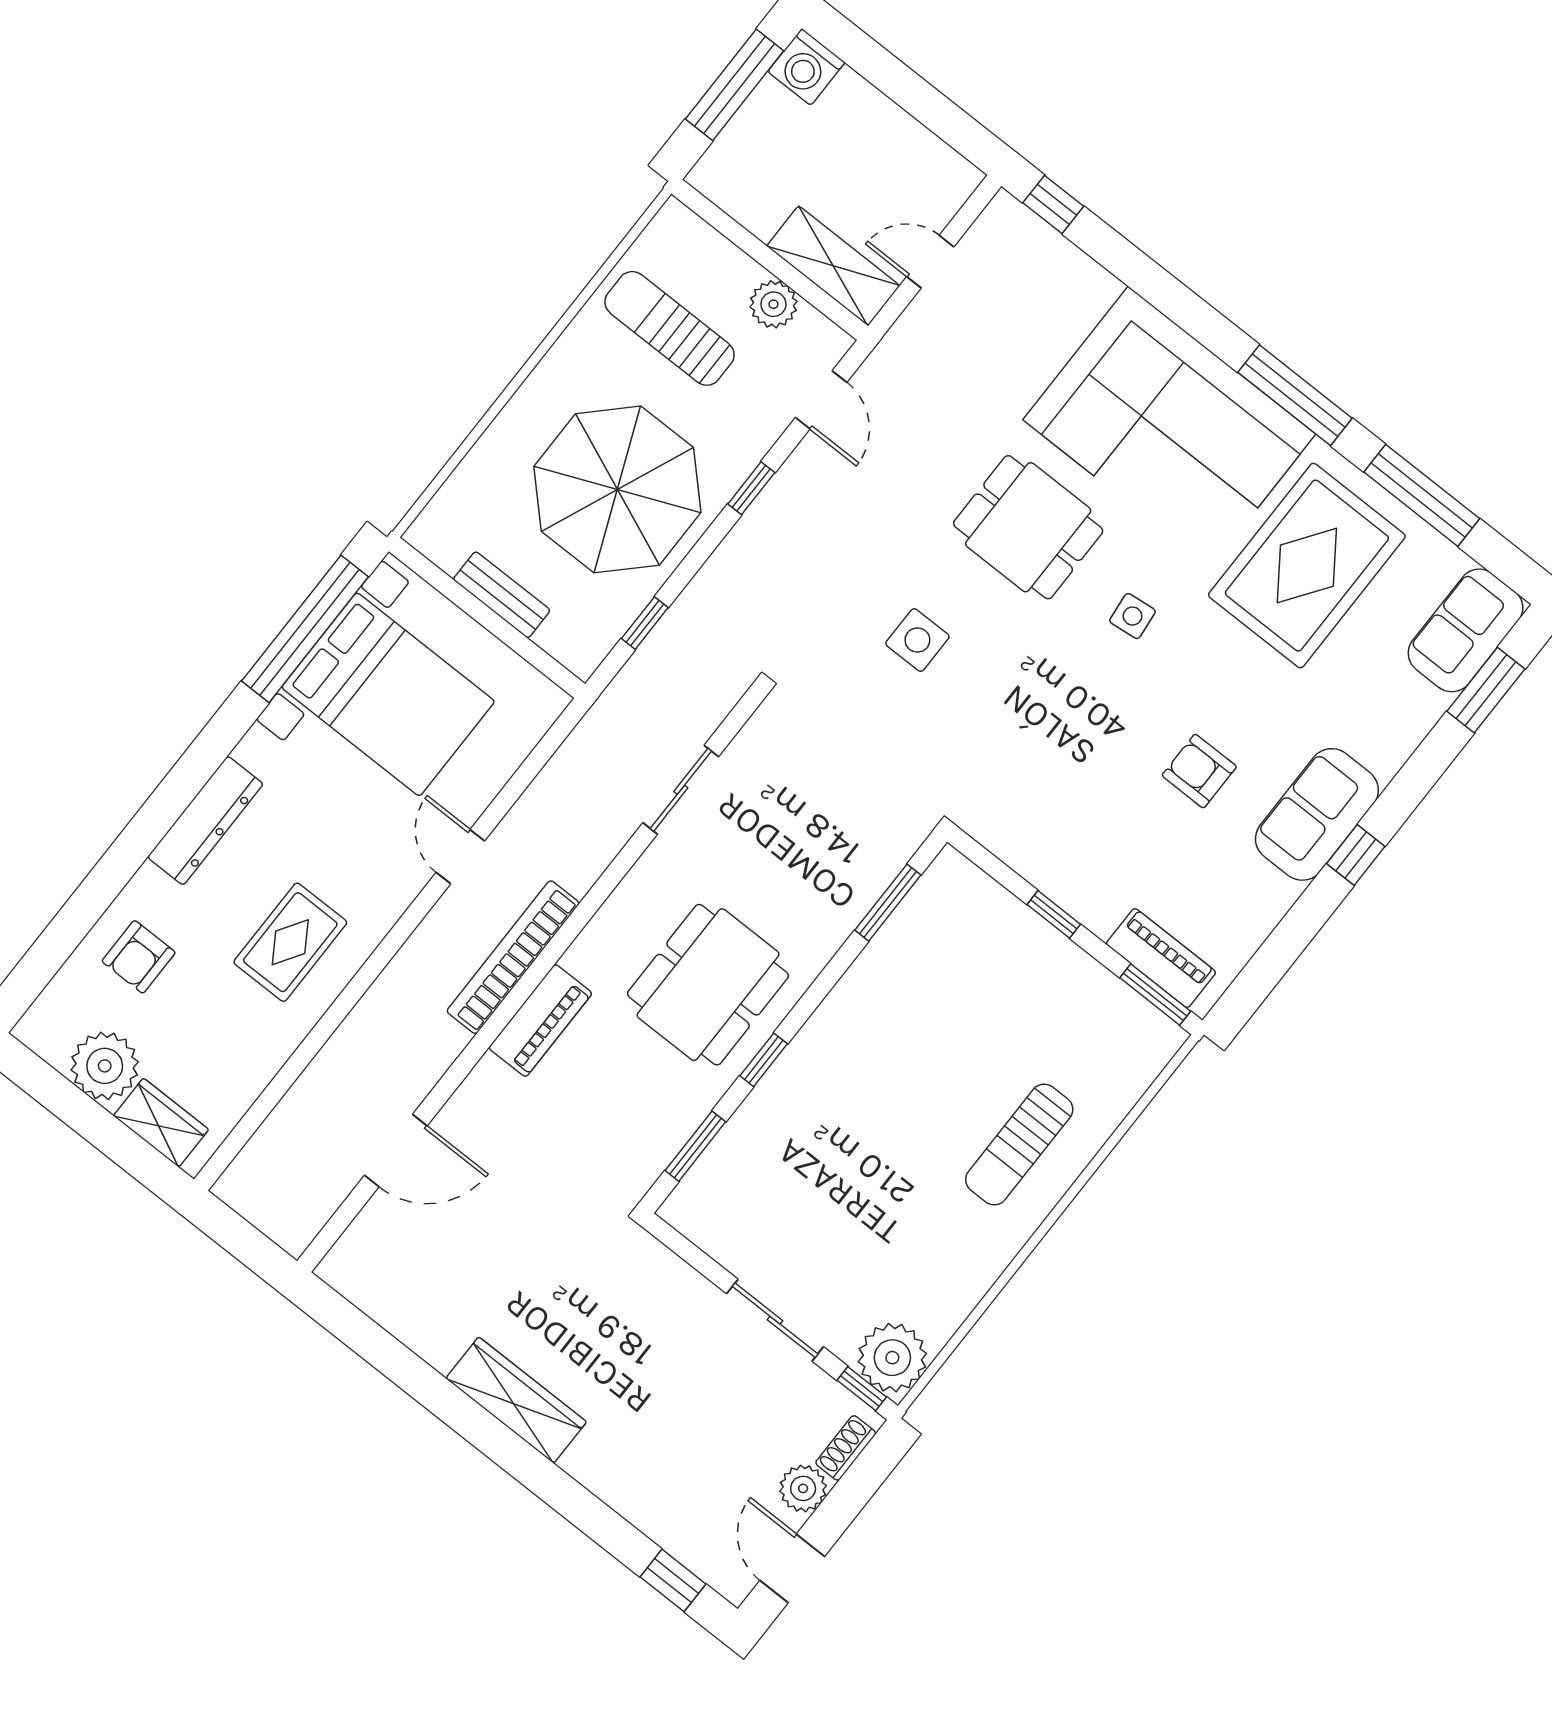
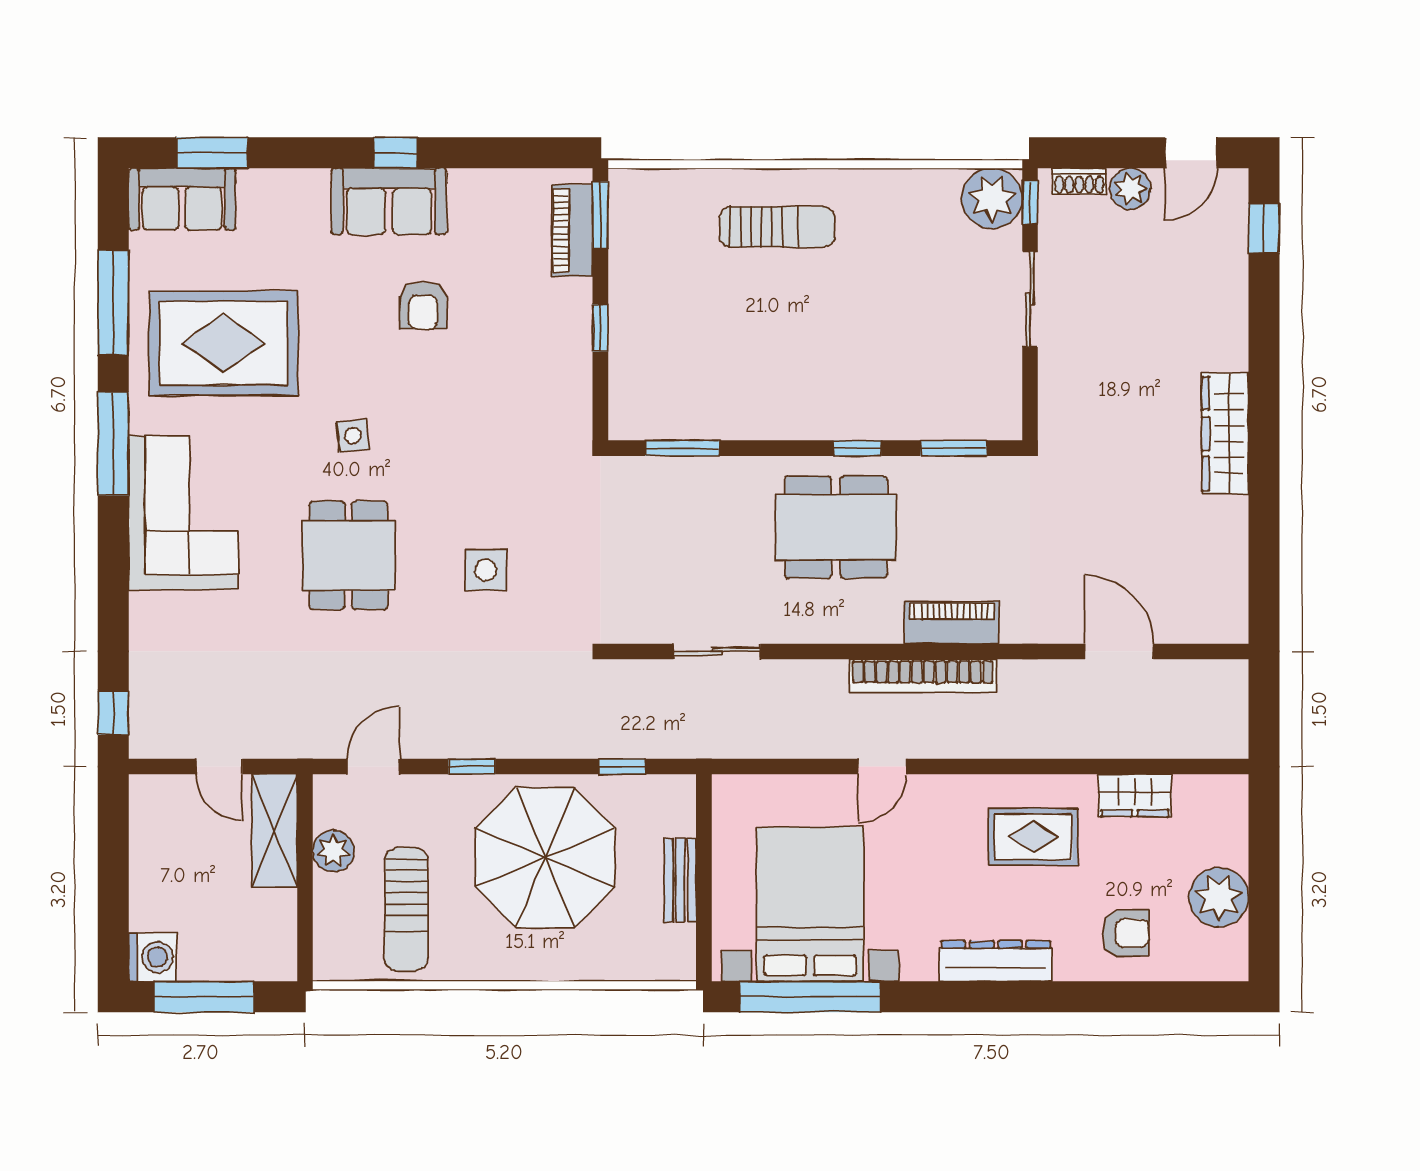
corner sofa: (1169, 427) -> (183, 513), width x0.73, depth x0.74
wardrobe: (161, 1123) -> (1135, 795), moved, turned -90

